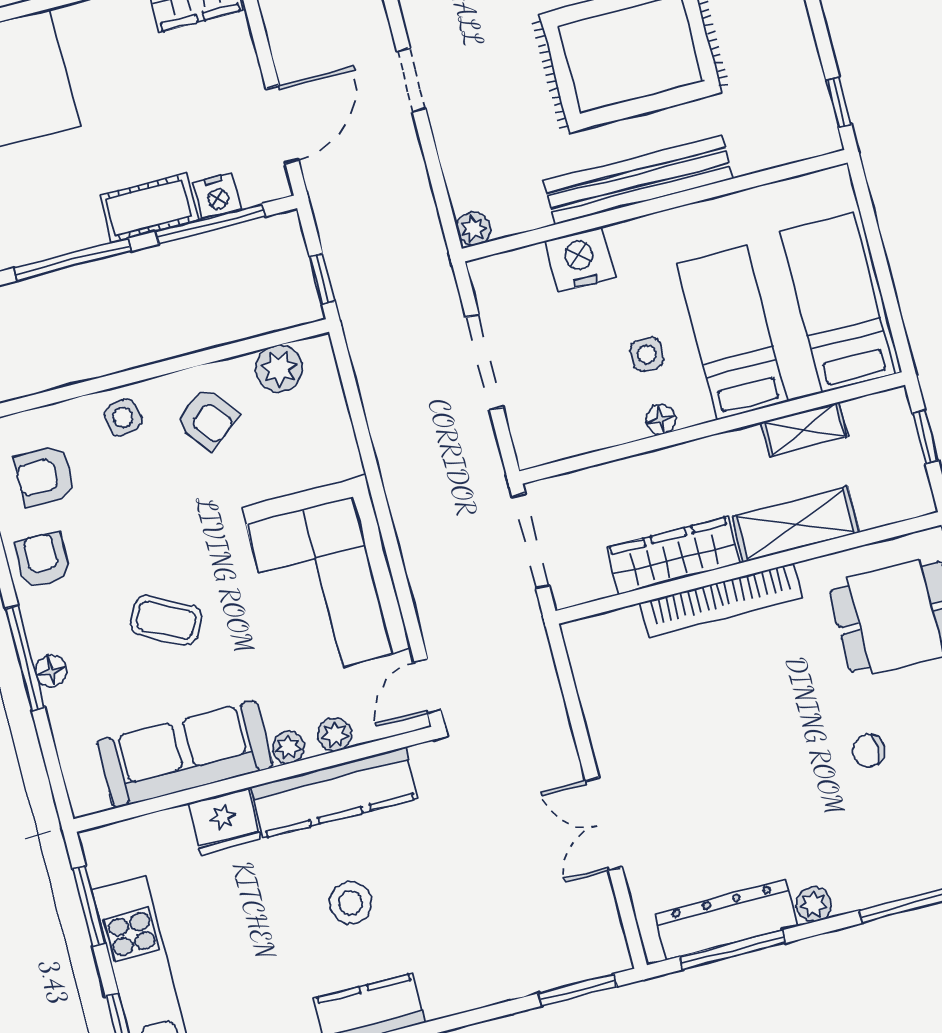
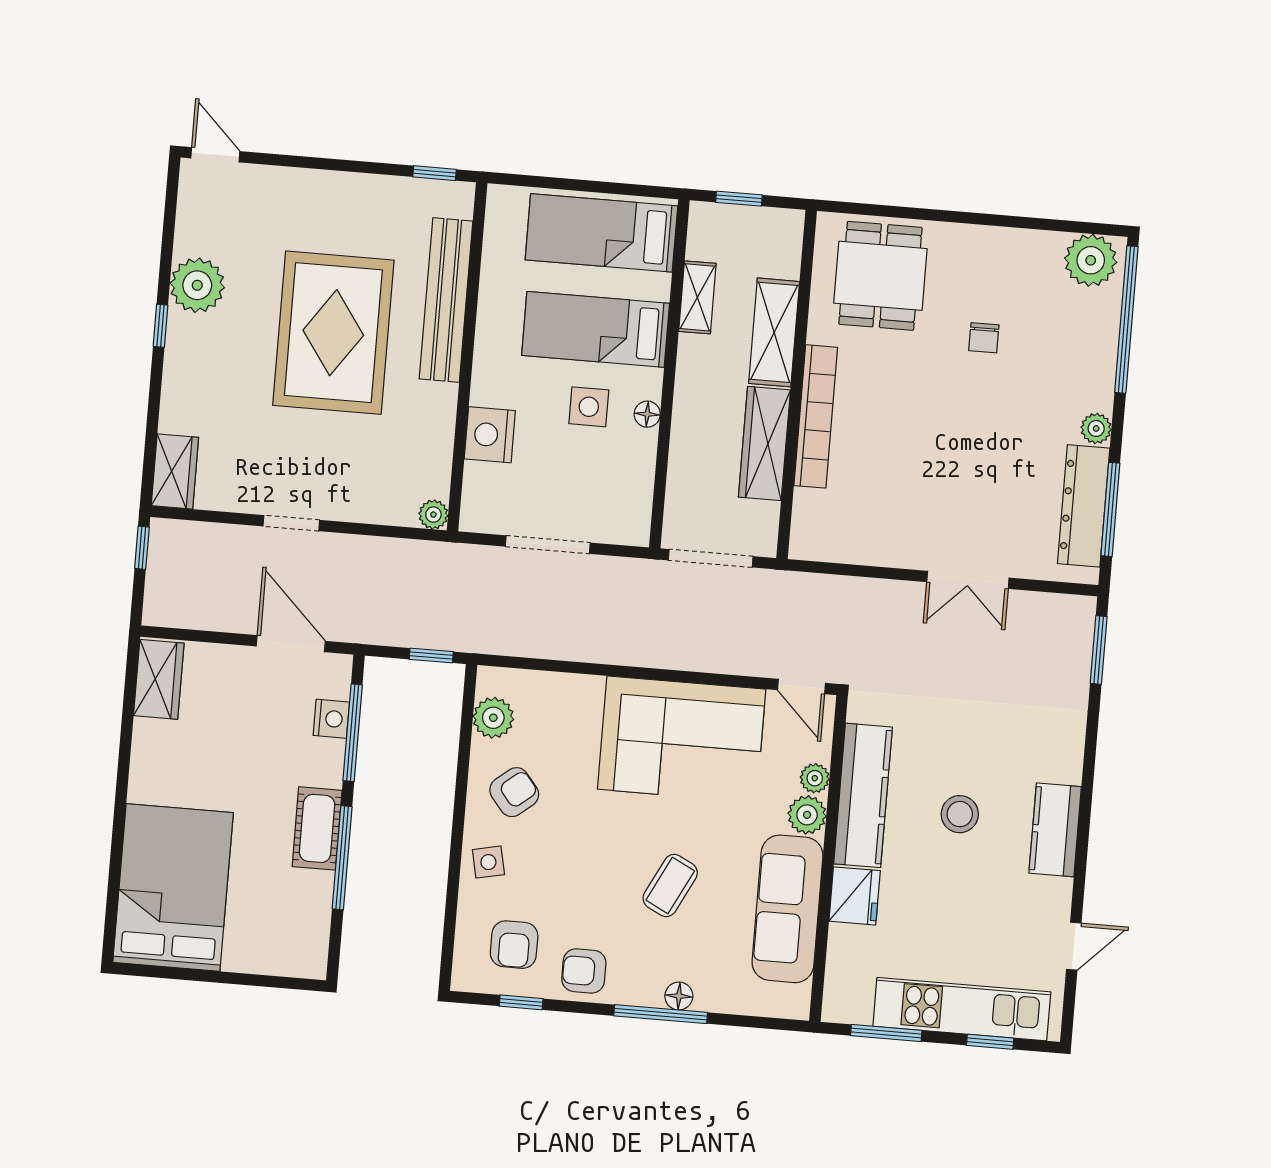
bench: (638, 180) -> (446, 300), moved
cot: (149, 208) -> (317, 828), moved
side table: (647, 354) -> (589, 407), width x1.37, depth x1.37
plant: (288, 747) -> (807, 815), width x1.38, depth x1.38

